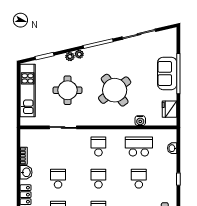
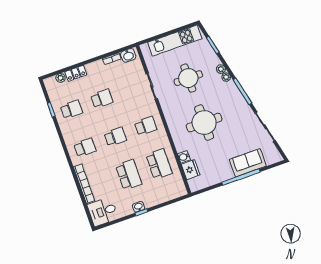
sofa: (167, 73) -> (248, 163), moved
round table: (115, 90) -> (204, 123), turned 37
fridge: (170, 109) -> (191, 170), moved, turned 90
washbasin: (172, 148) -> (139, 207), moved
washbasin: (26, 172) -> (128, 55), moved
school desk: (139, 179) -> (129, 175), width x1.85

